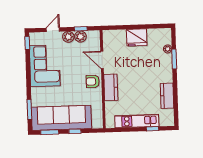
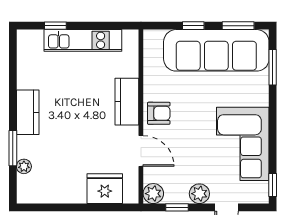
plant: (80, 37) -> (153, 194), moved
fridge: (137, 37) -> (105, 189), moved
kitchen counter: (167, 96) -> (28, 112), moved

